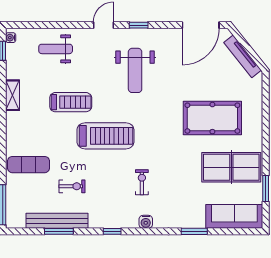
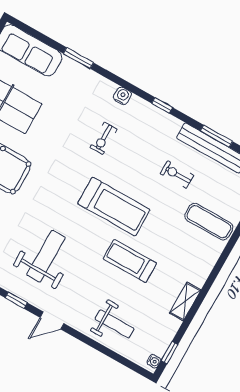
treadmill: (105, 136) -> (114, 207), turned 180

